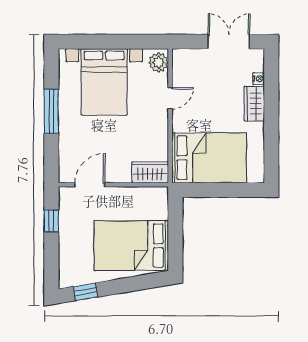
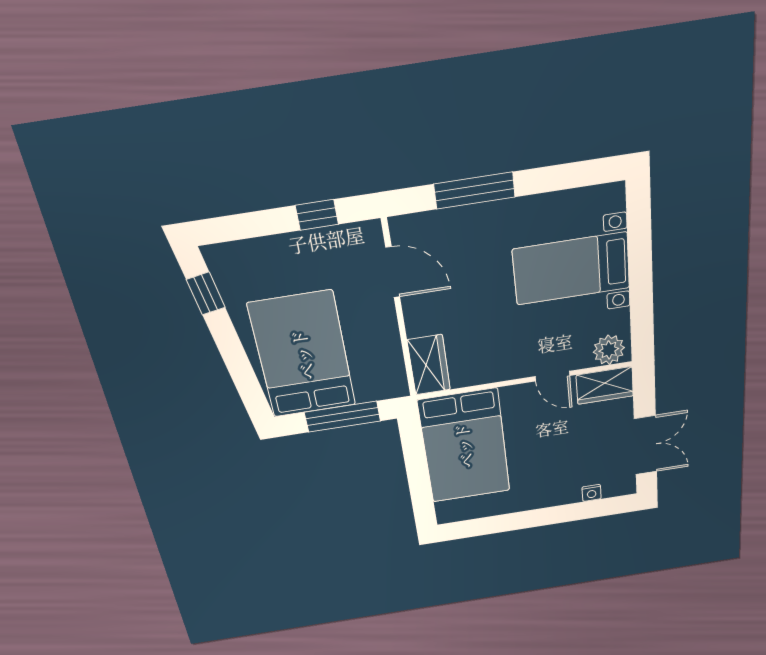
bed with nightstands: (104, 82) -> (571, 269), width x0.73
wardrobe: (254, 104) -> (605, 385), moved, turned 180
window: (51, 111) -> (475, 191), moved
window: (175, 230) -> (342, 417), added

